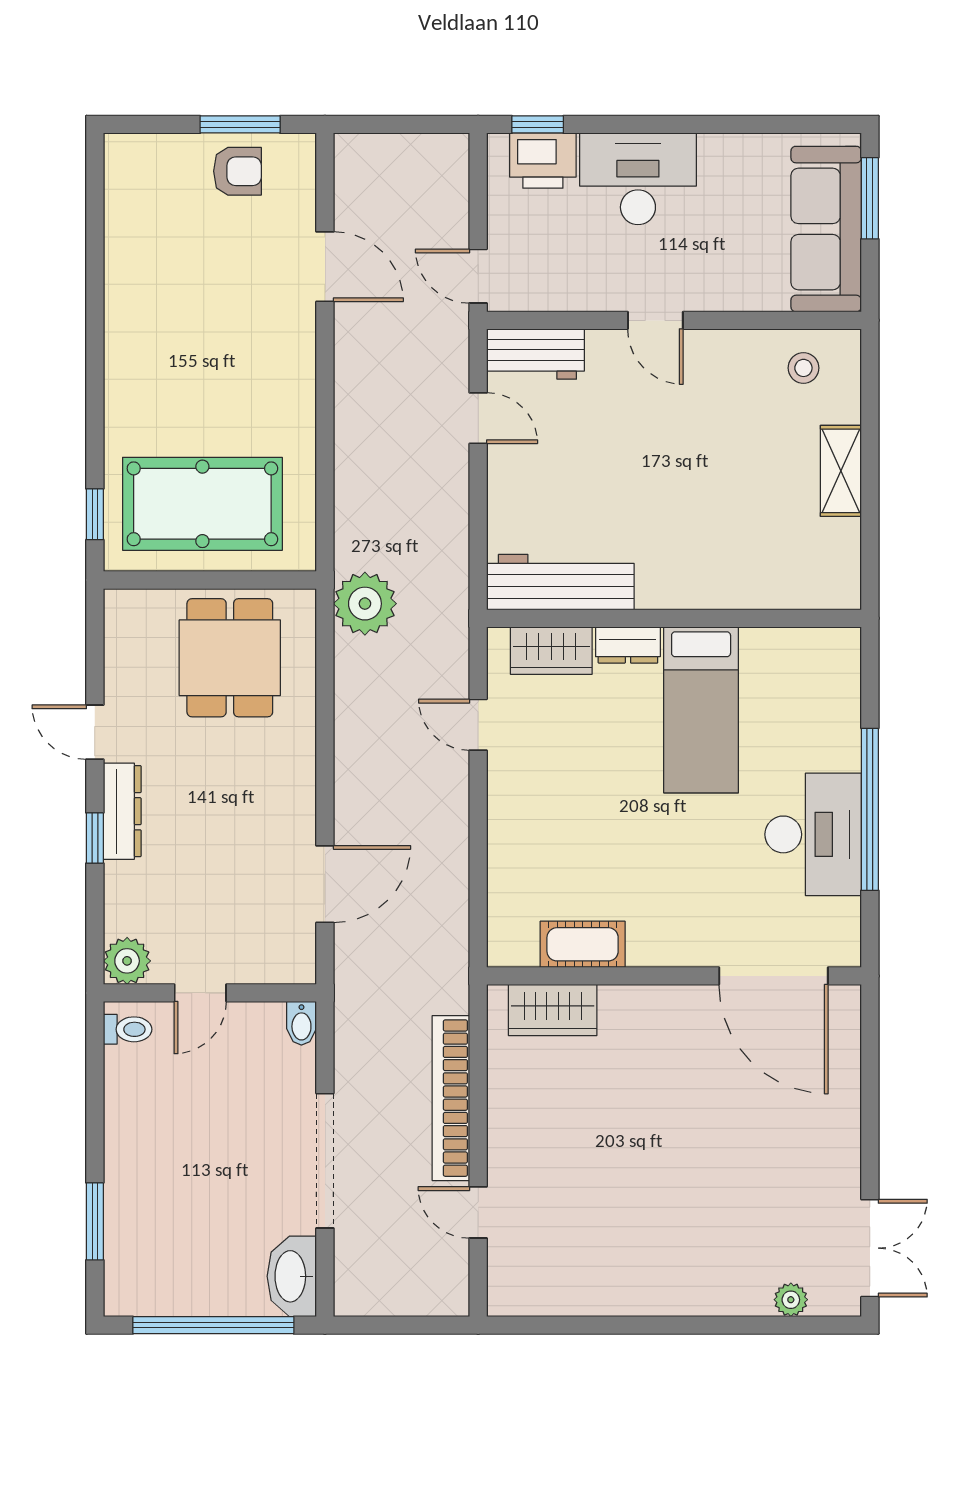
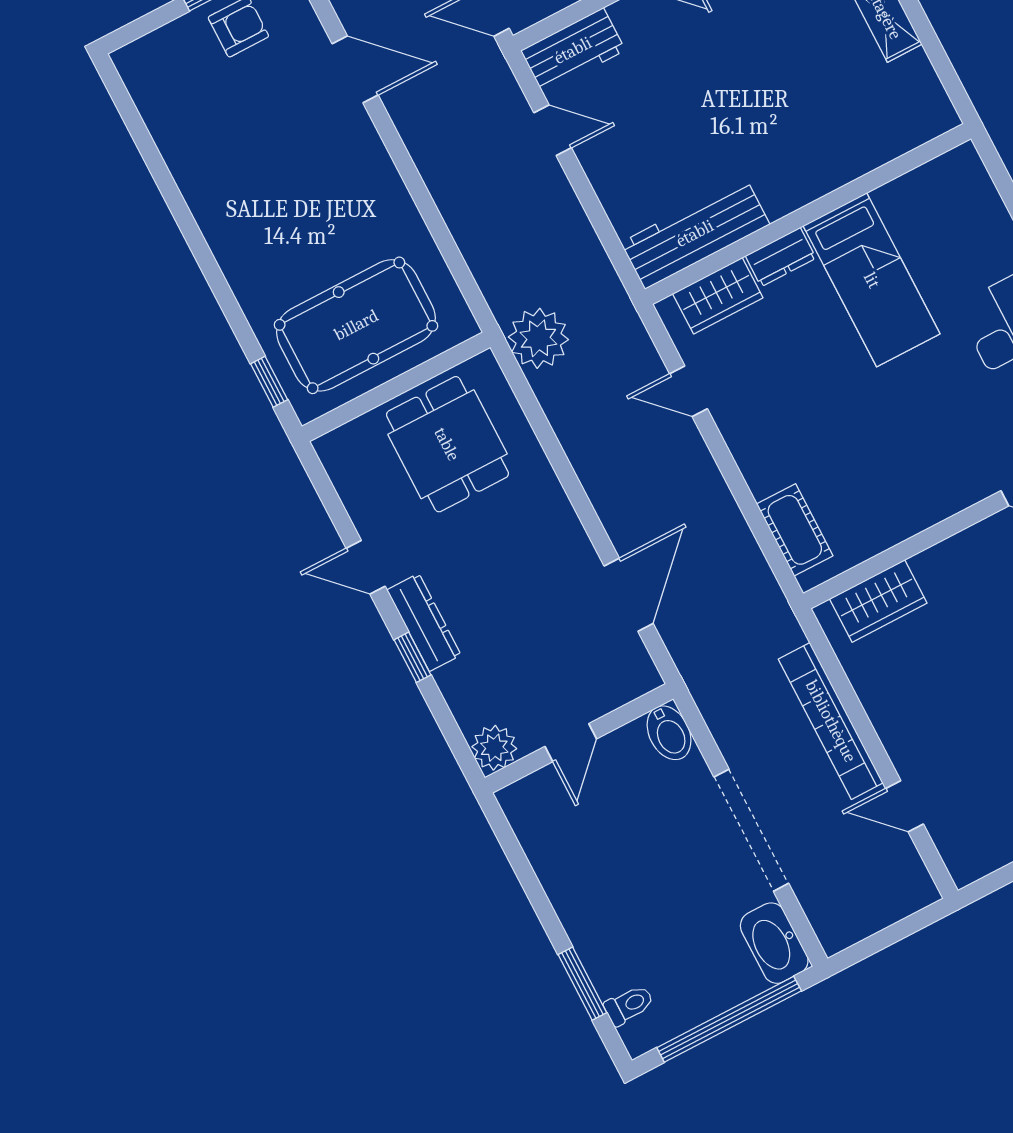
cot: (583, 944) -> (795, 530), moved, turned 90
bidet: (301, 1023) -> (669, 733), width x1.38, depth x1.36
toilet: (128, 1029) -> (629, 1005), moved

